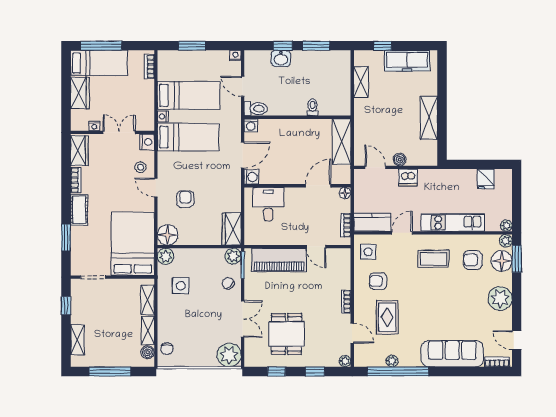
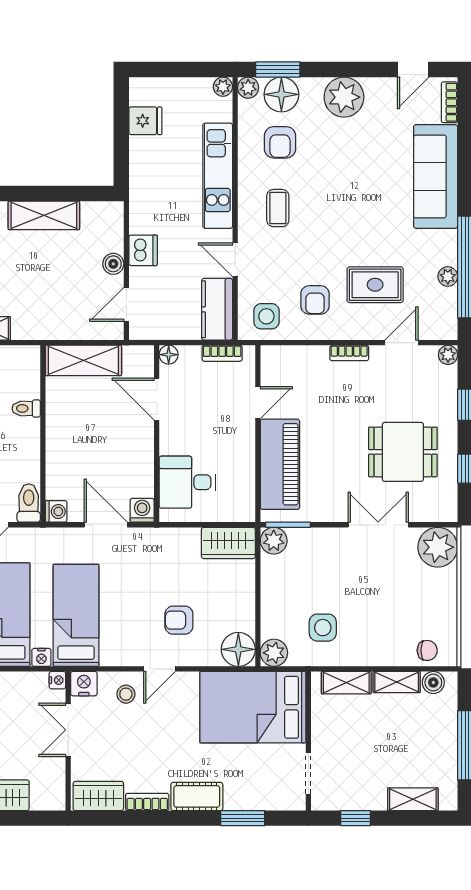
nightstand: (94, 126) -> (57, 680), moved
coffee table: (433, 259) -> (278, 208), width x0.73, depth x0.77
chair: (228, 283) -> (319, 549), removed

